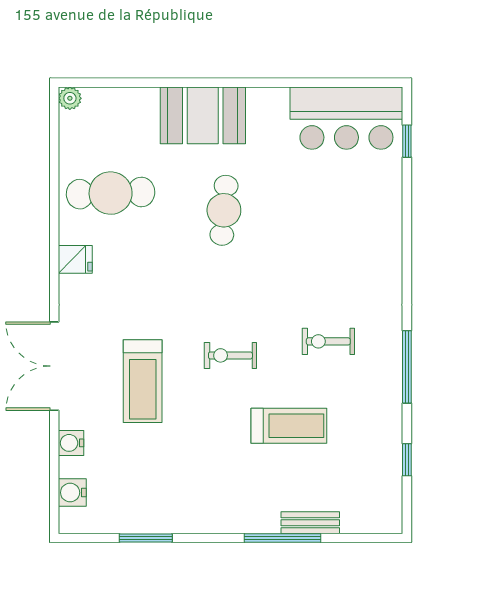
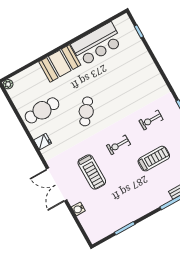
bar counter: (346, 118) -> (97, 44), moved
cafe table: (224, 210) -> (86, 111), moved, turned 32
water cooler: (72, 493) -> (89, 227), removed

